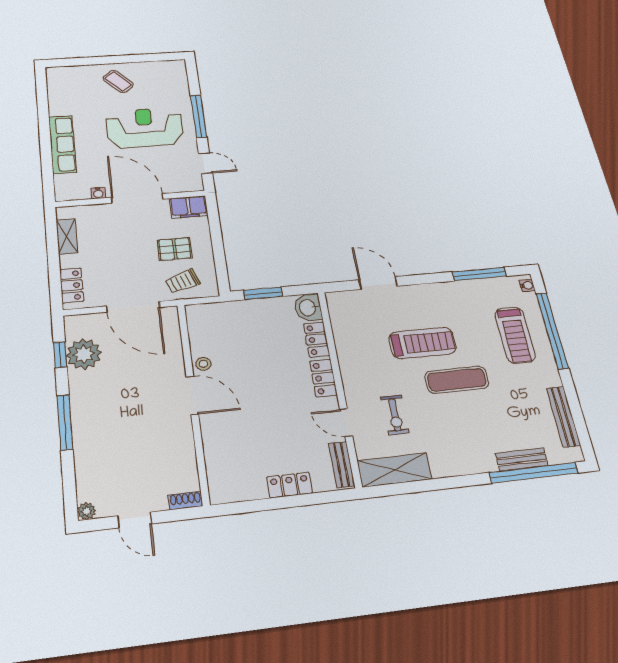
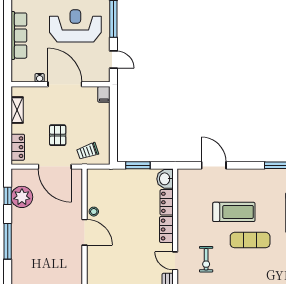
filing cabinet: (189, 207) -> (104, 94), width x0.50
pallet: (175, 249) -> (58, 135), moved, turned 90

